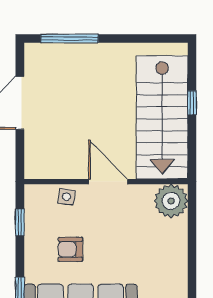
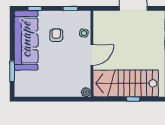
plant: (171, 201) -> (86, 92), width x0.53, depth x0.53

